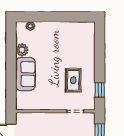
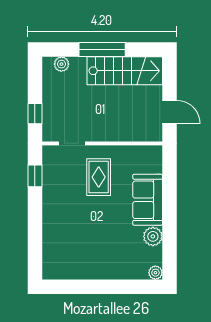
plant: (30, 26) -> (155, 273), moved
rug: (73, 80) -> (99, 177), moved

